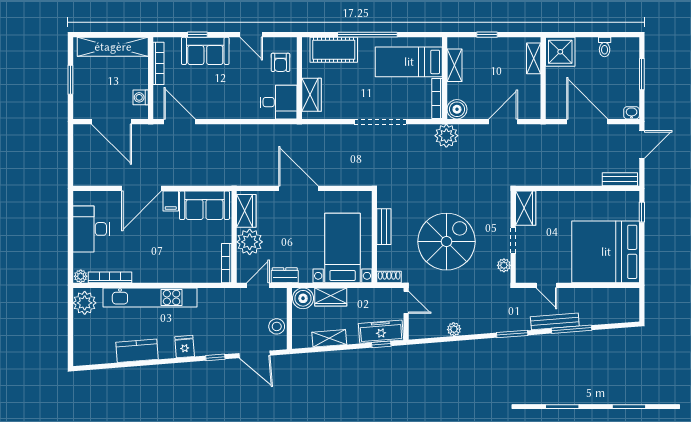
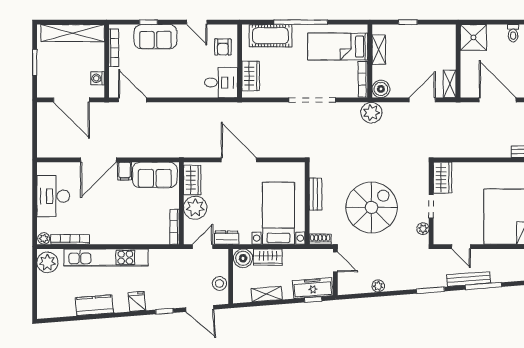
shelving: (534, 58) -> (450, 84), moved

